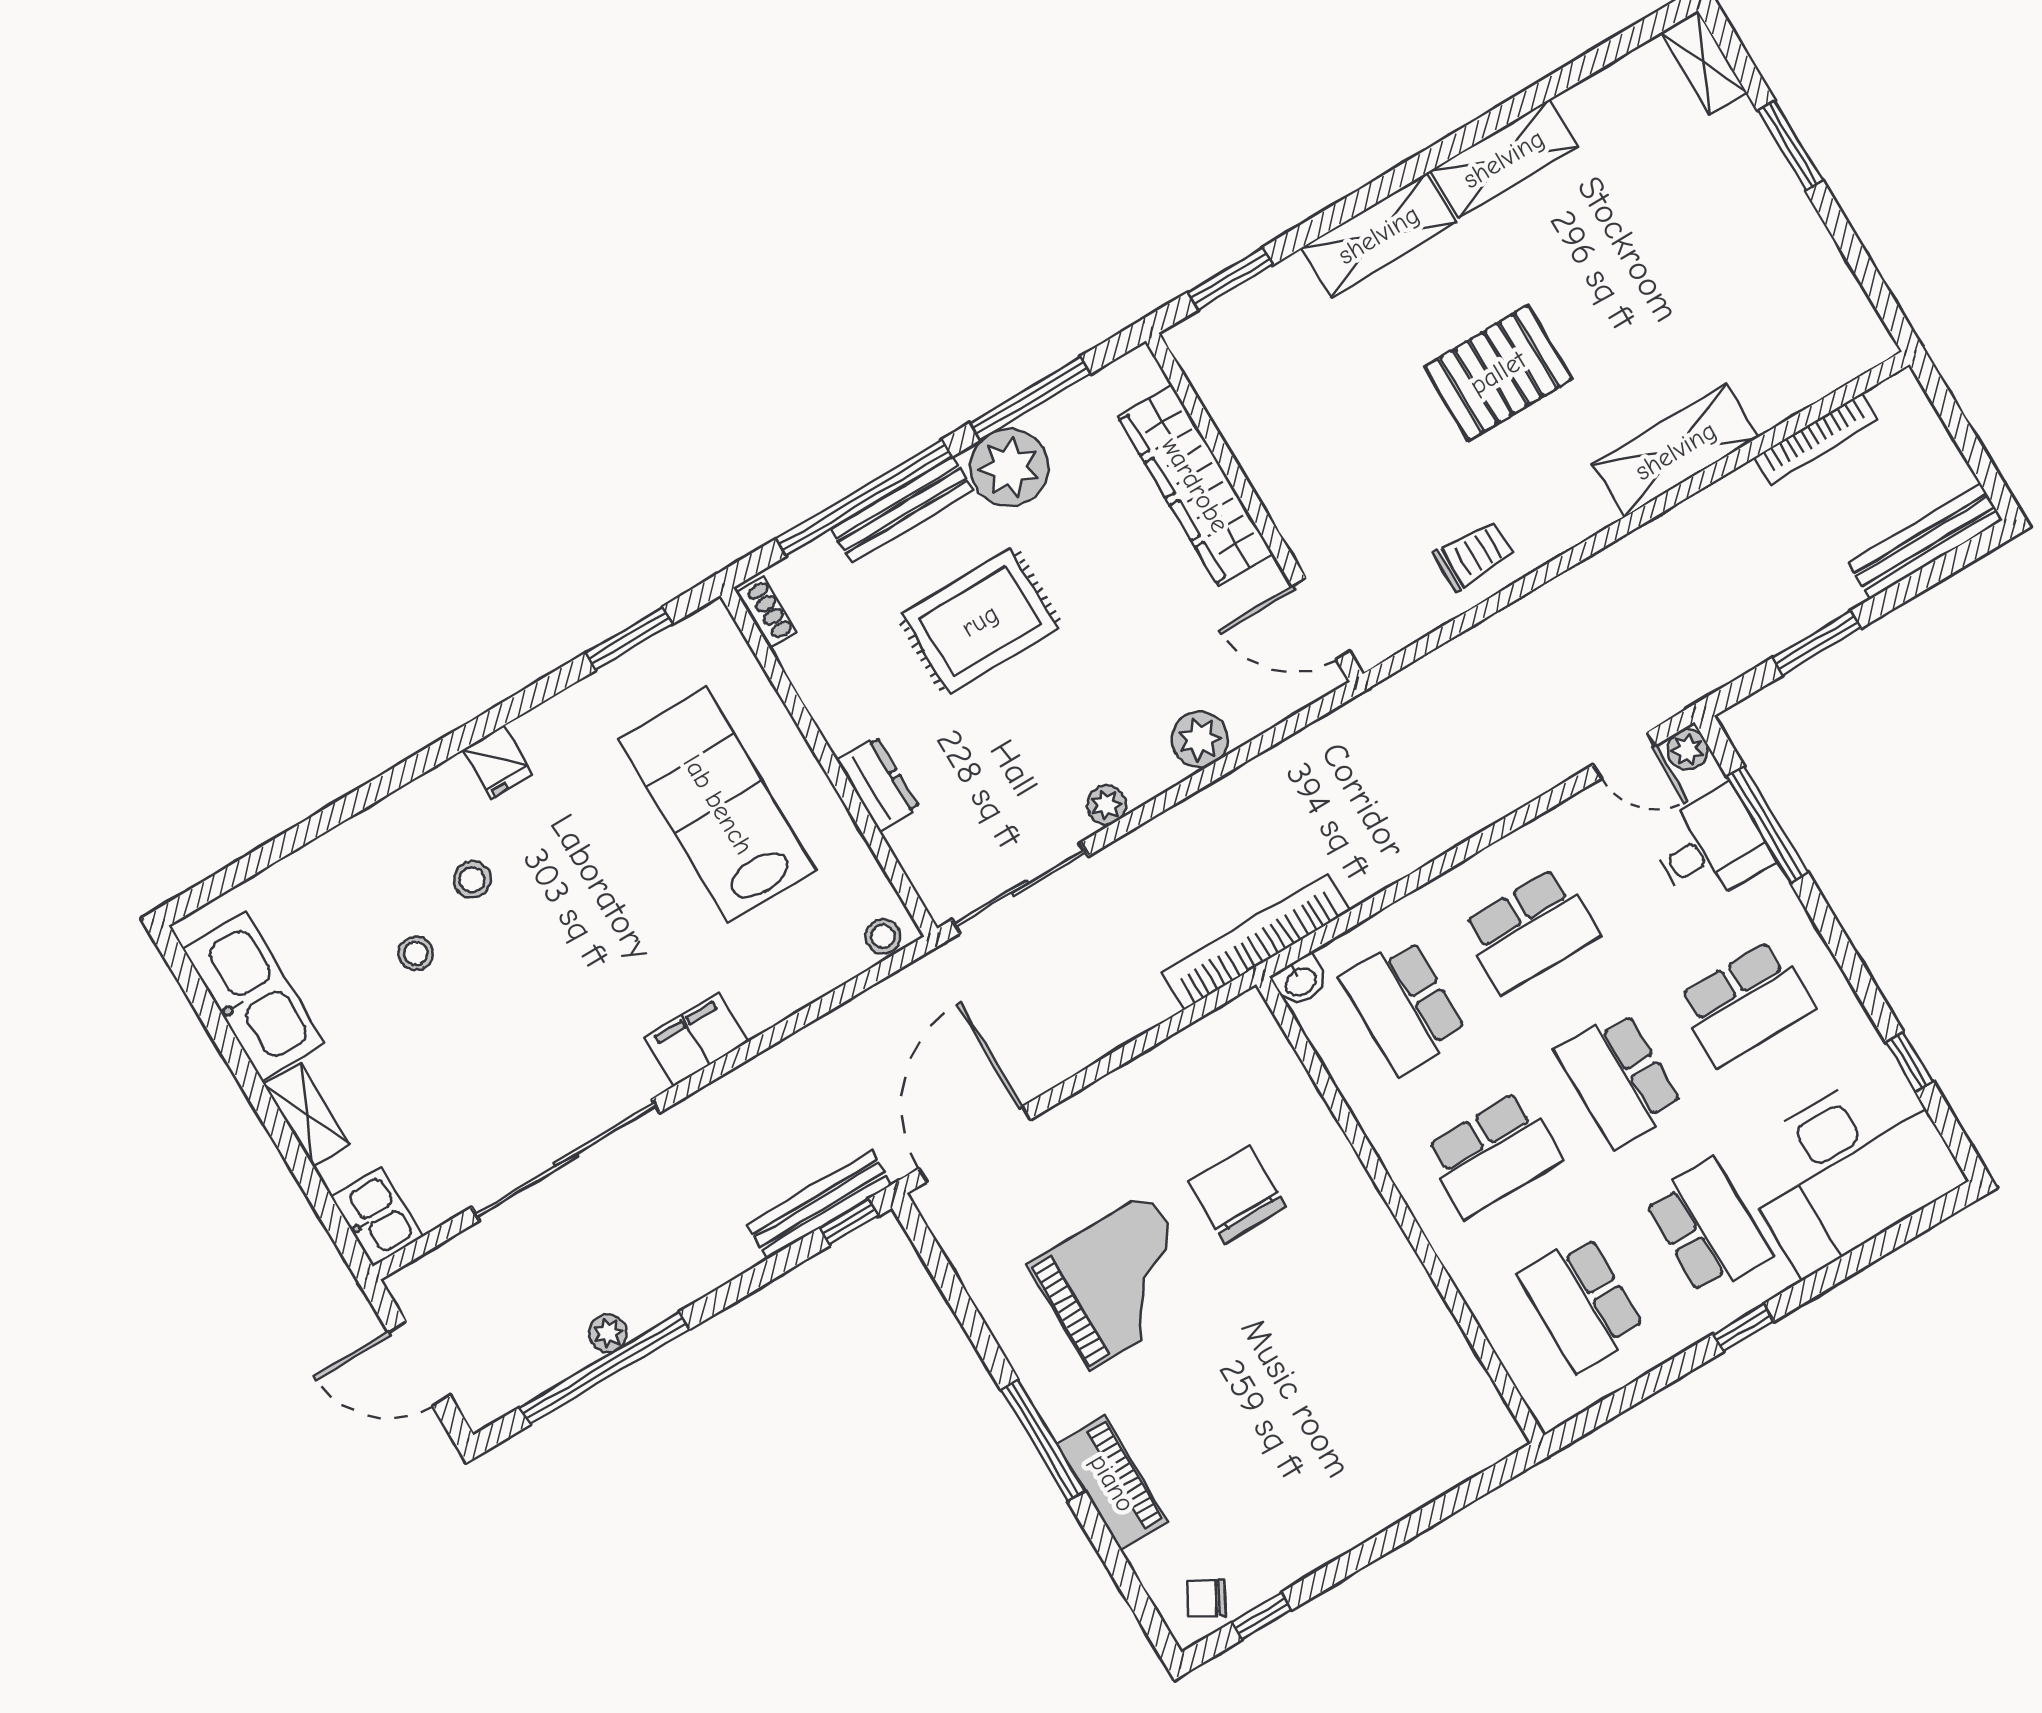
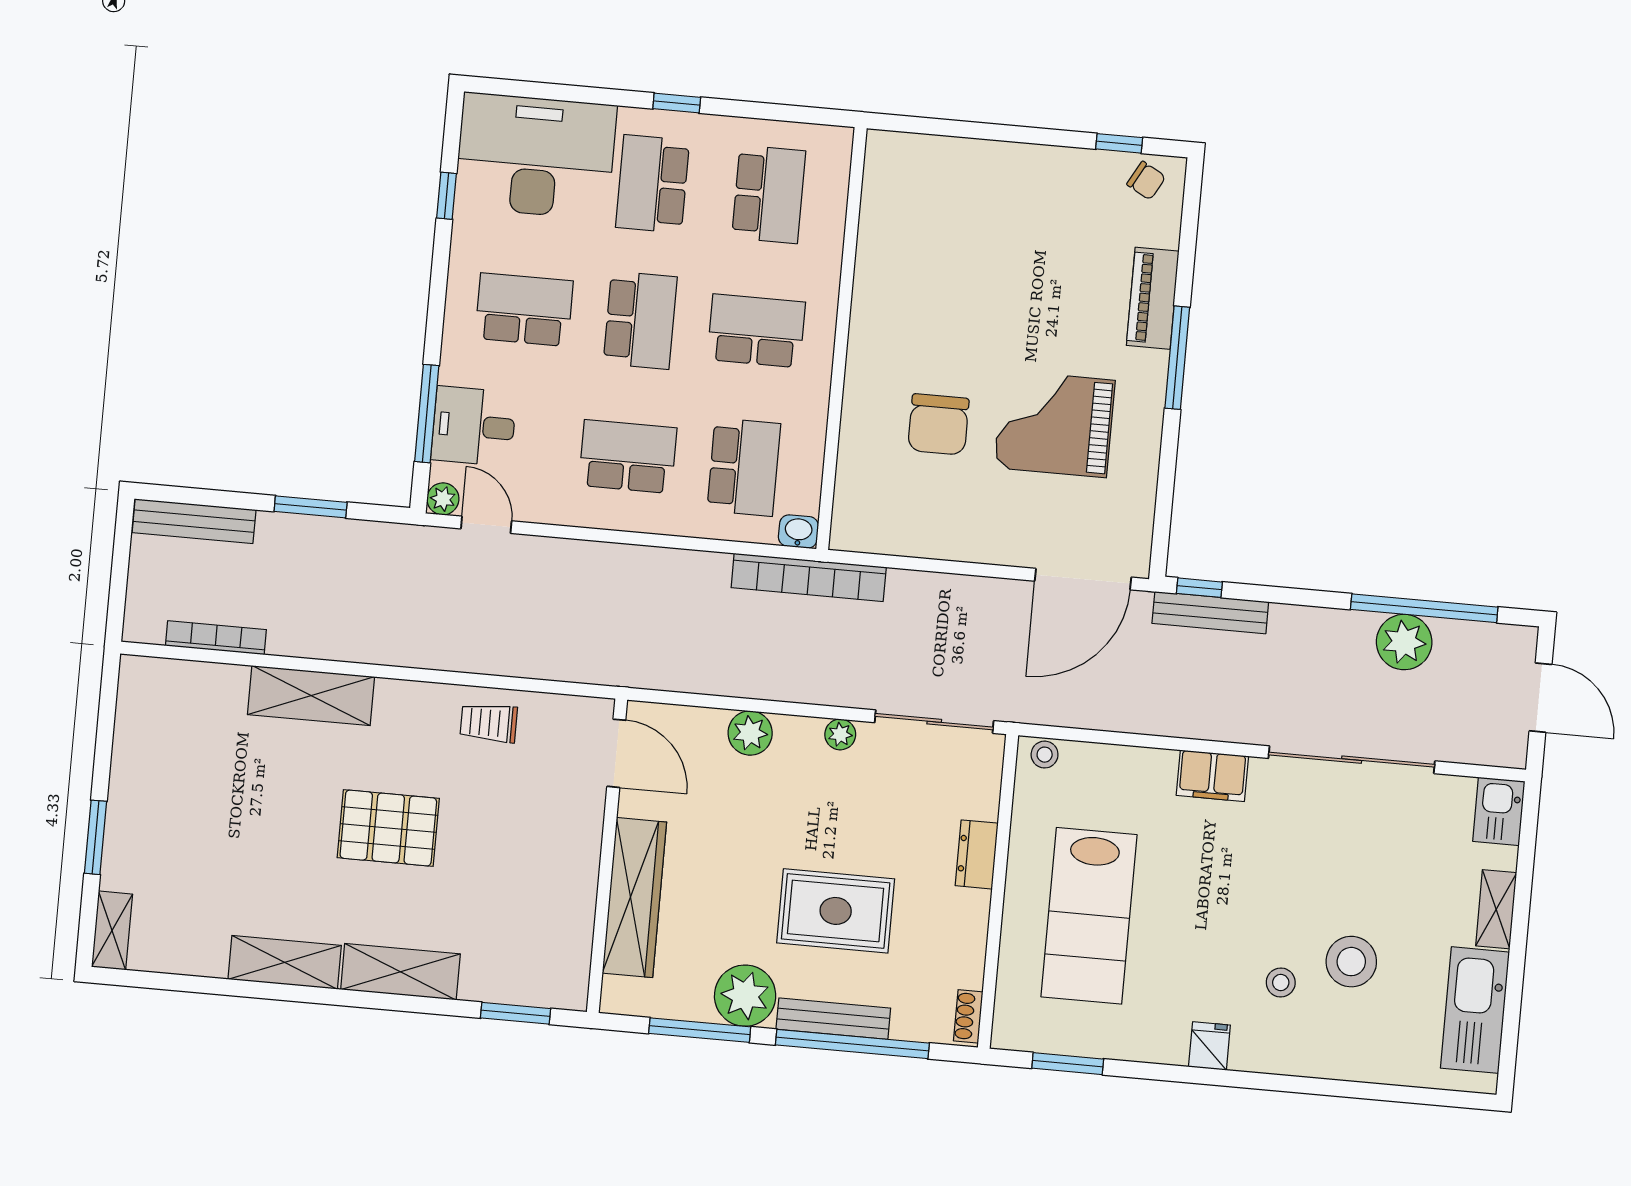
stool: (416, 953) -> (1351, 962), width x1.89, depth x1.89
plant: (608, 1333) -> (1404, 642), width x1.88, depth x1.88

